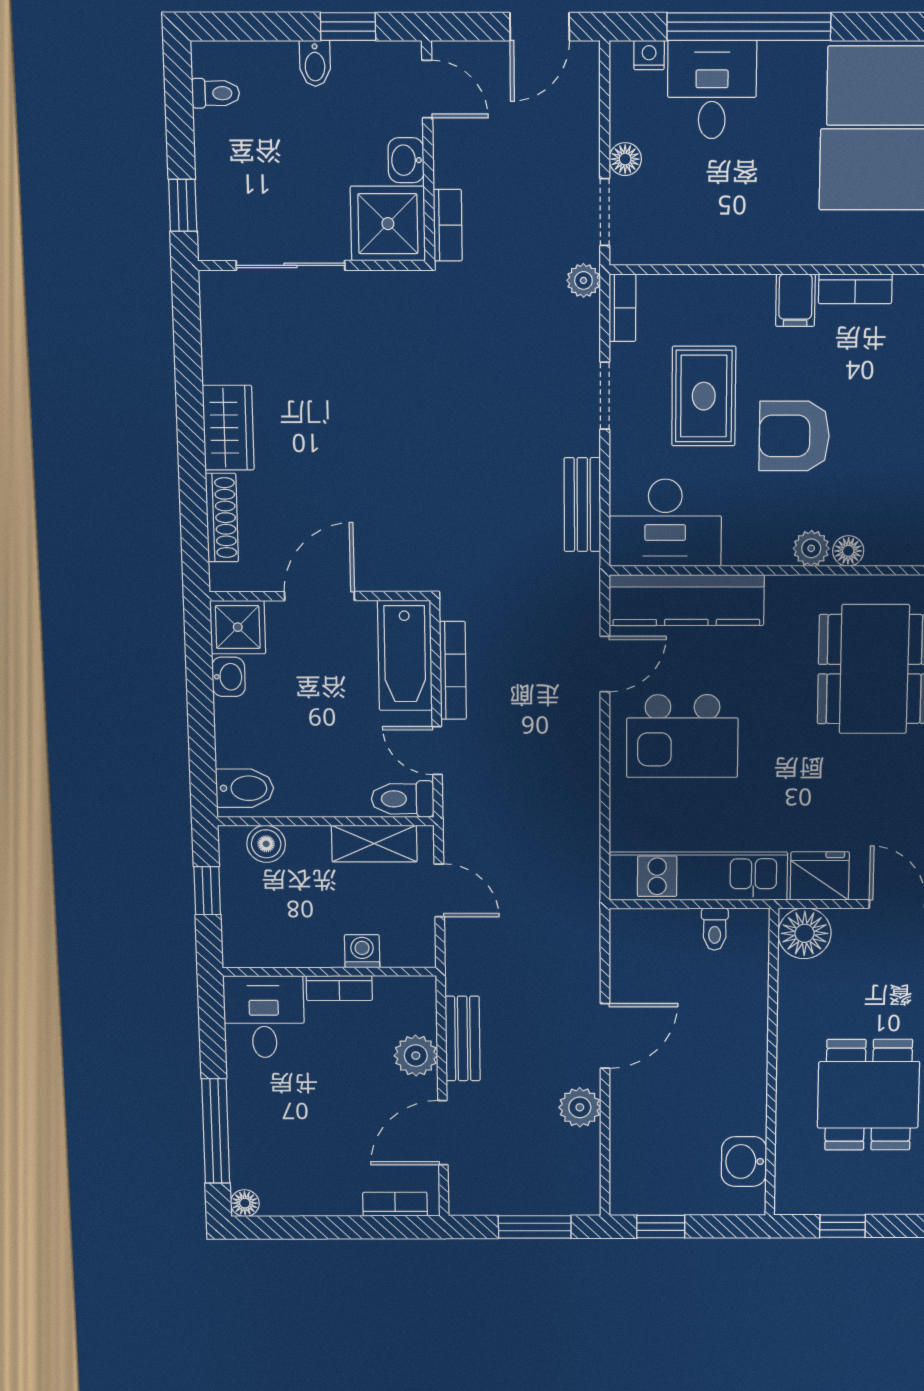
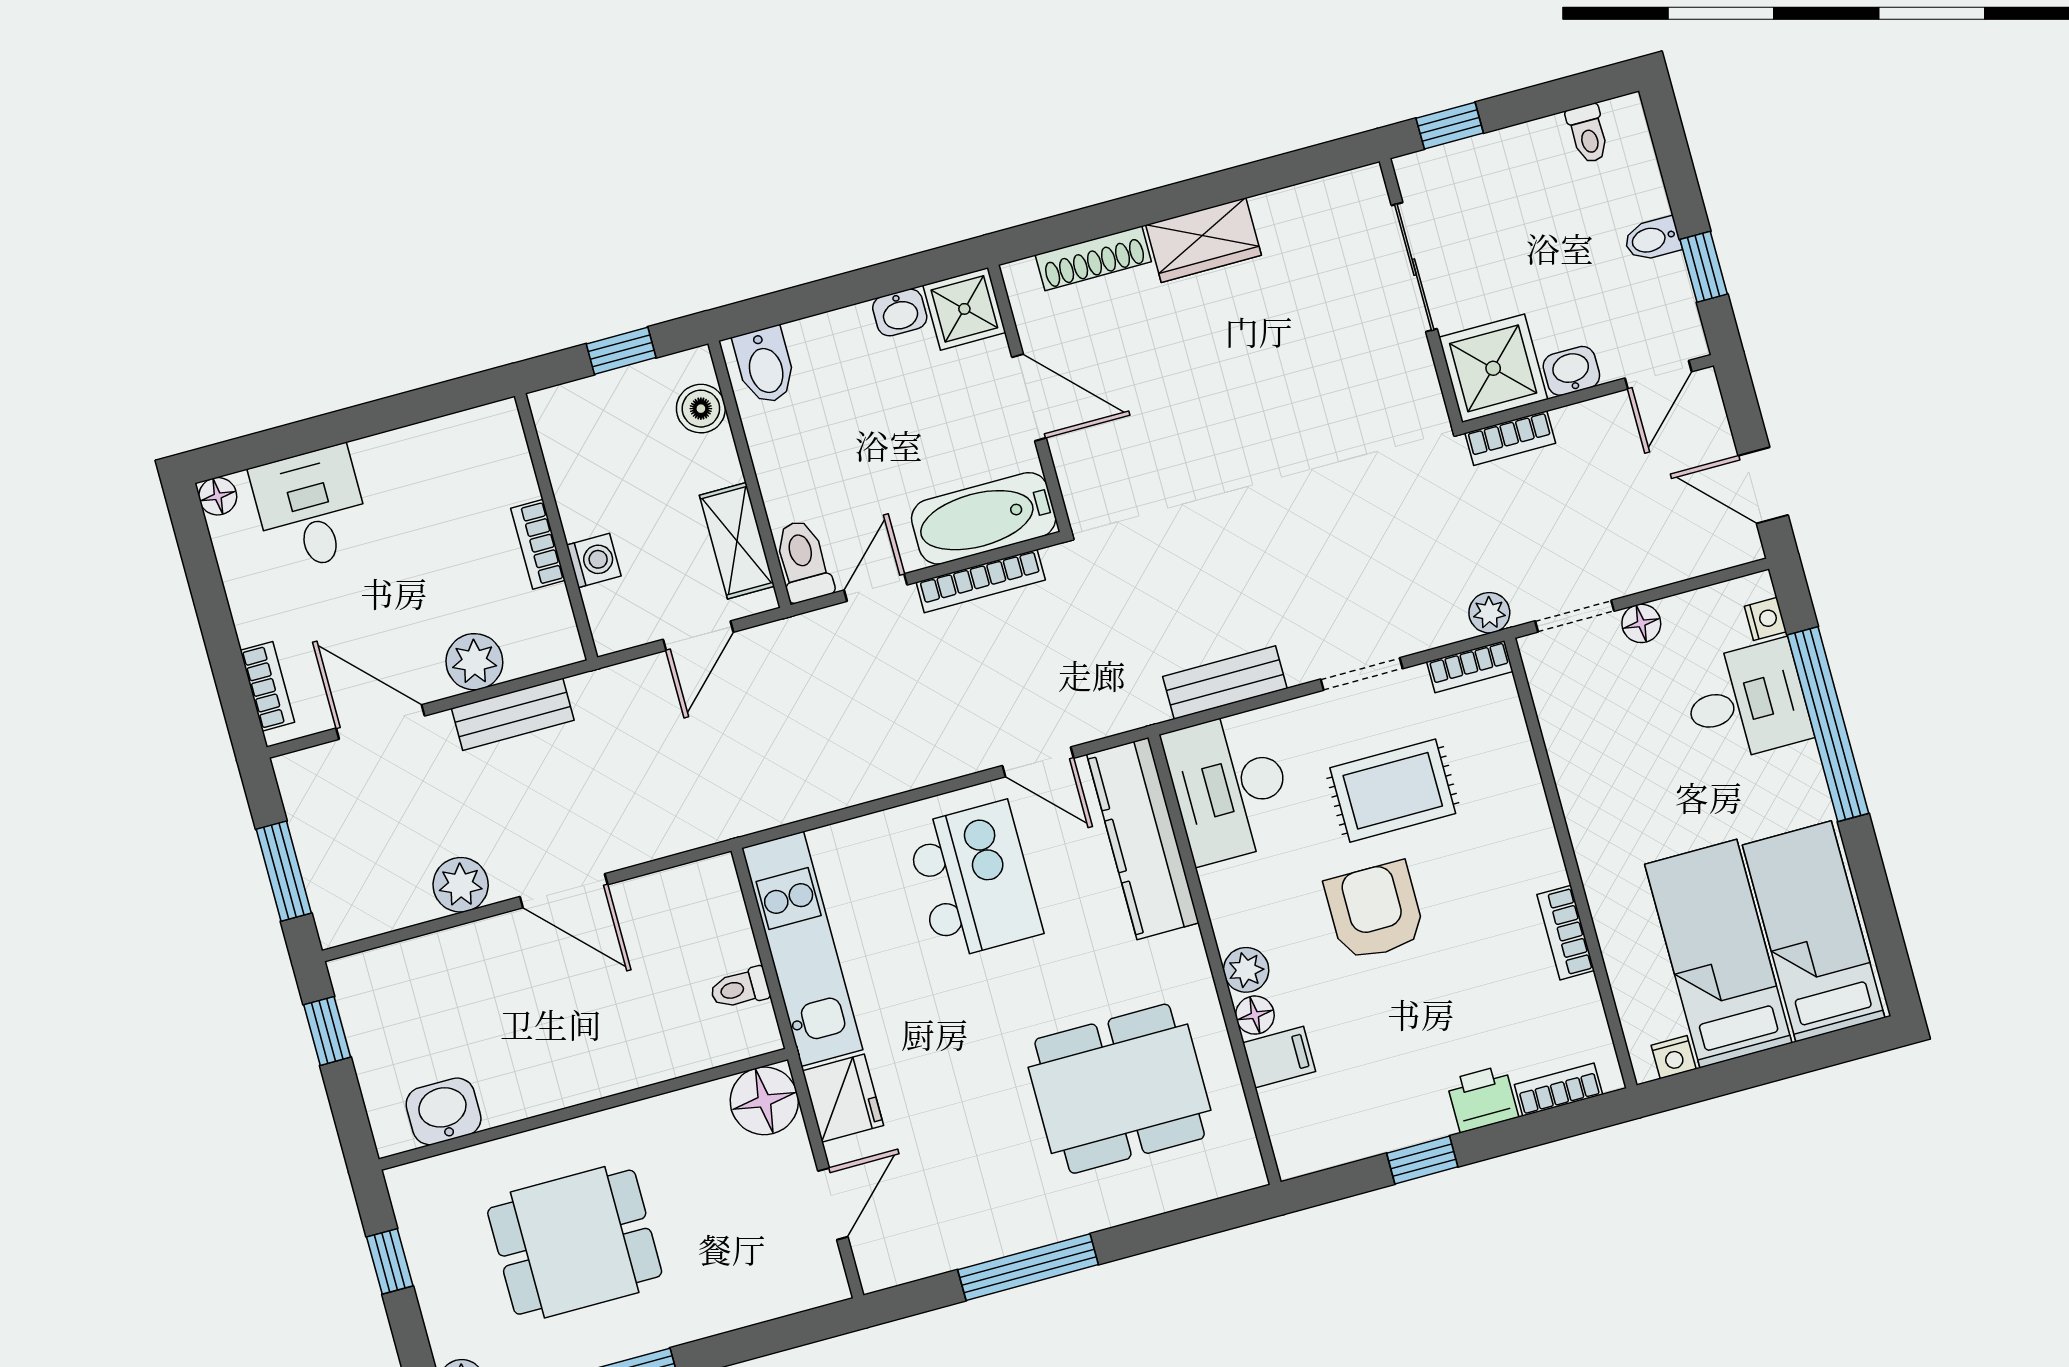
filing cabinet: (795, 300) -> (1279, 1057), moved, turned 180
kitchen island: (682, 736) -> (974, 880), turned 180
desk: (264, 1017) -> (311, 509), moved, turned -90
window: (216, 1131) -> (306, 436), removed

